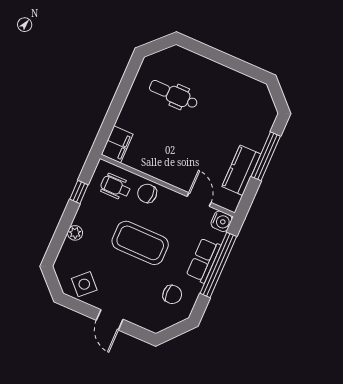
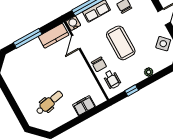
dental chair: (174, 94) -> (49, 103), turned -101
filing cabinet: (117, 144) -> (84, 106), moved
kitchen counter: (241, 170) -> (54, 36), moved

